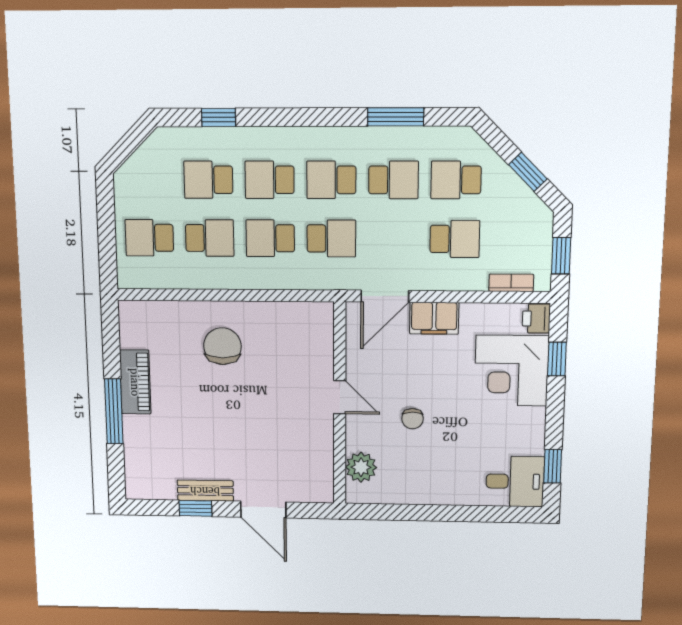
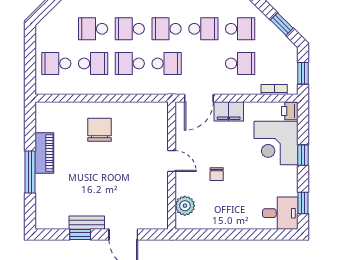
school desk: (456, 180) -> (240, 29), turned 180
window: (557, 359) -> (303, 155), moved

